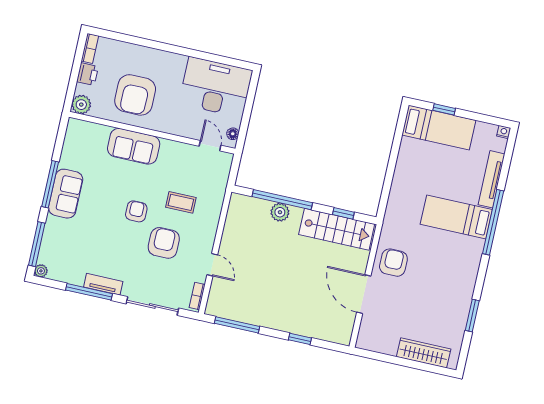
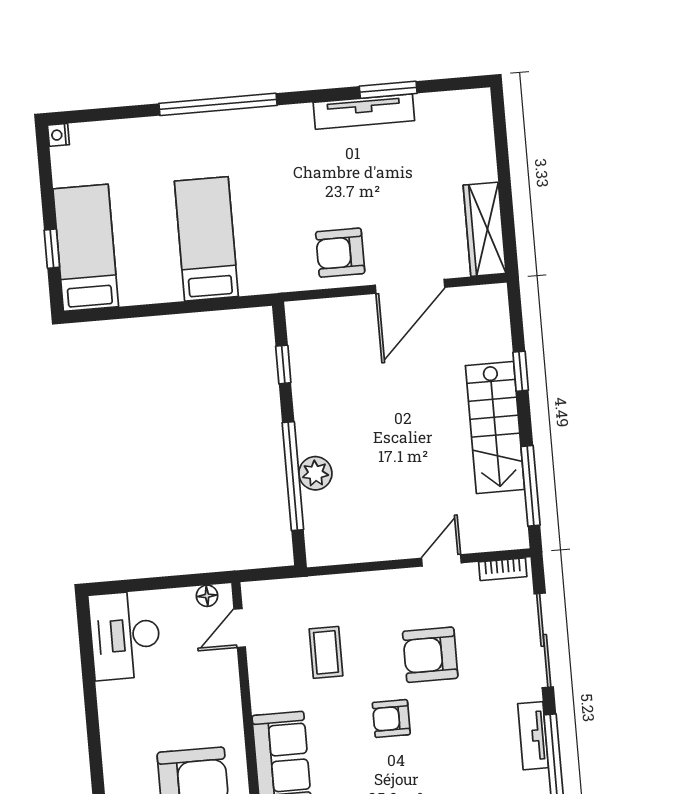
desk: (216, 87) -> (125, 635), width x0.73, depth x0.77
tv unit: (491, 179) -> (364, 112), moved
coffee table: (181, 202) -> (326, 652), moved
bed: (456, 217) -> (206, 239), moved, turned 180
stairs: (337, 229) -> (495, 427), moved, turned 180
wardrobe: (424, 353) -> (485, 229), moved

